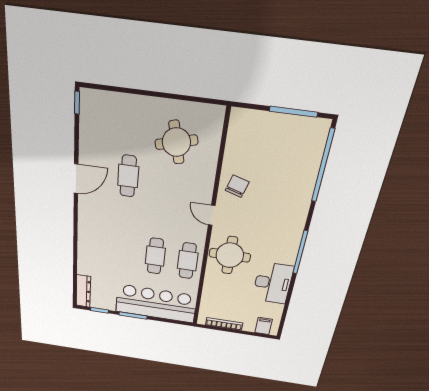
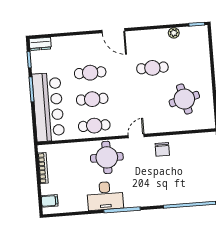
plant: (86, 138) -> (174, 33), added
door: (76, 179) -> (113, 31), moved
chair: (237, 186) -> (162, 149), turned 73
cafe table: (123, 251) -> (90, 73), added
desk: (273, 283) -> (105, 196), moved
dresser: (83, 291) -> (40, 44), width x0.70

